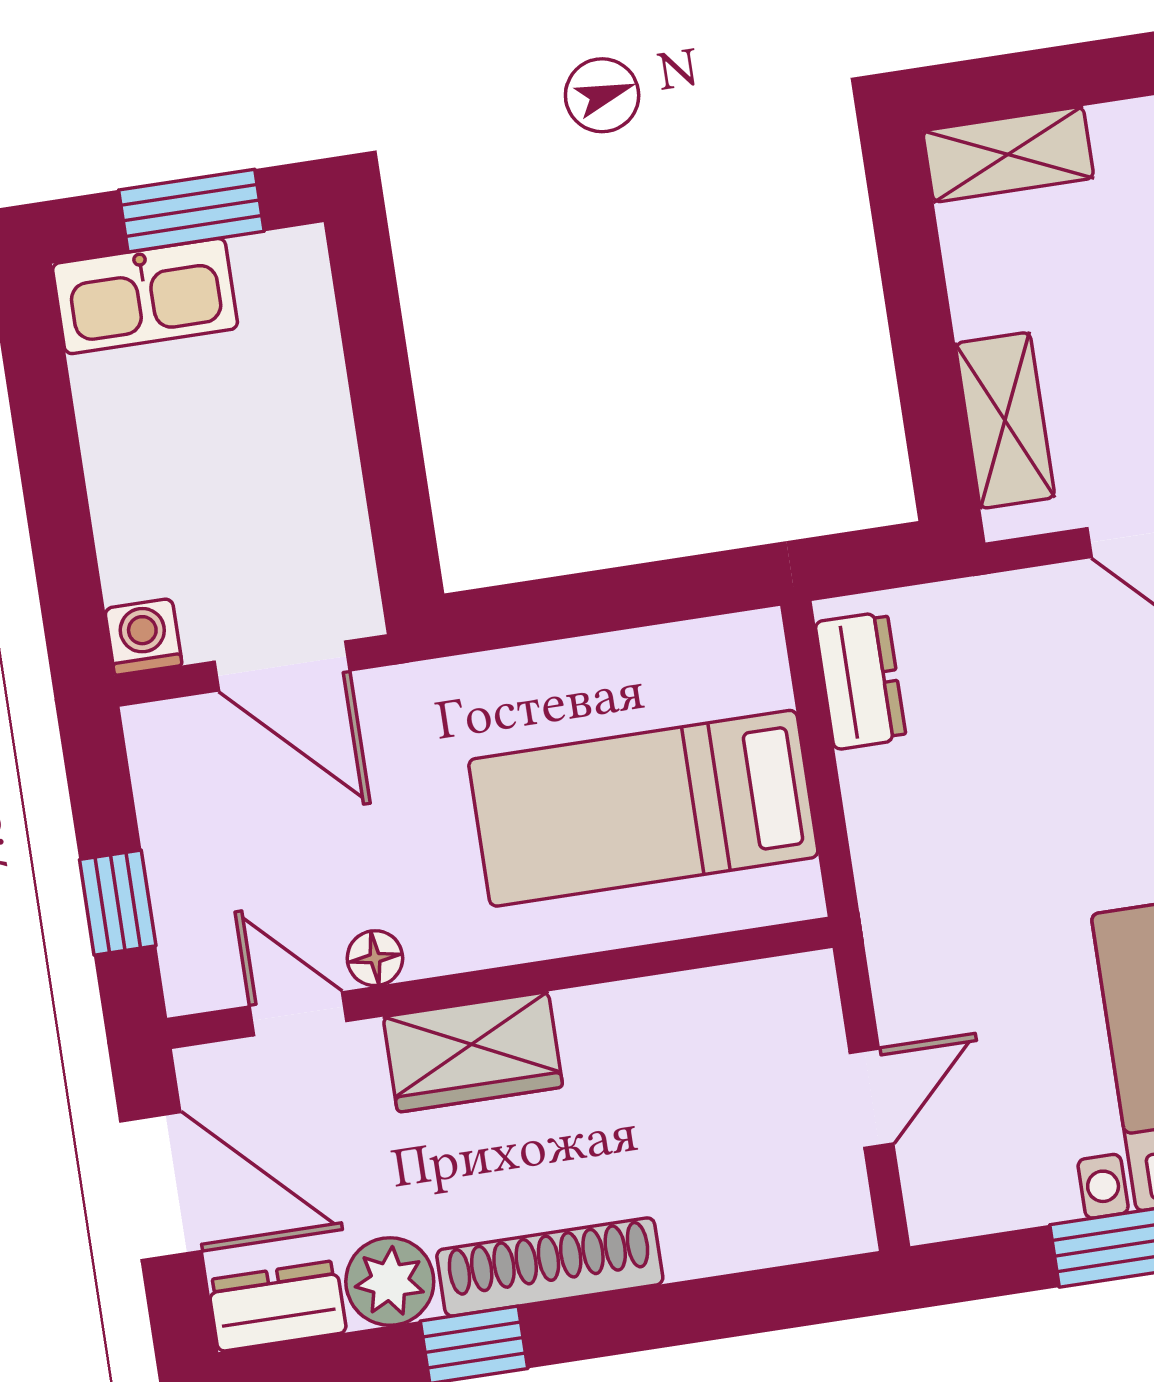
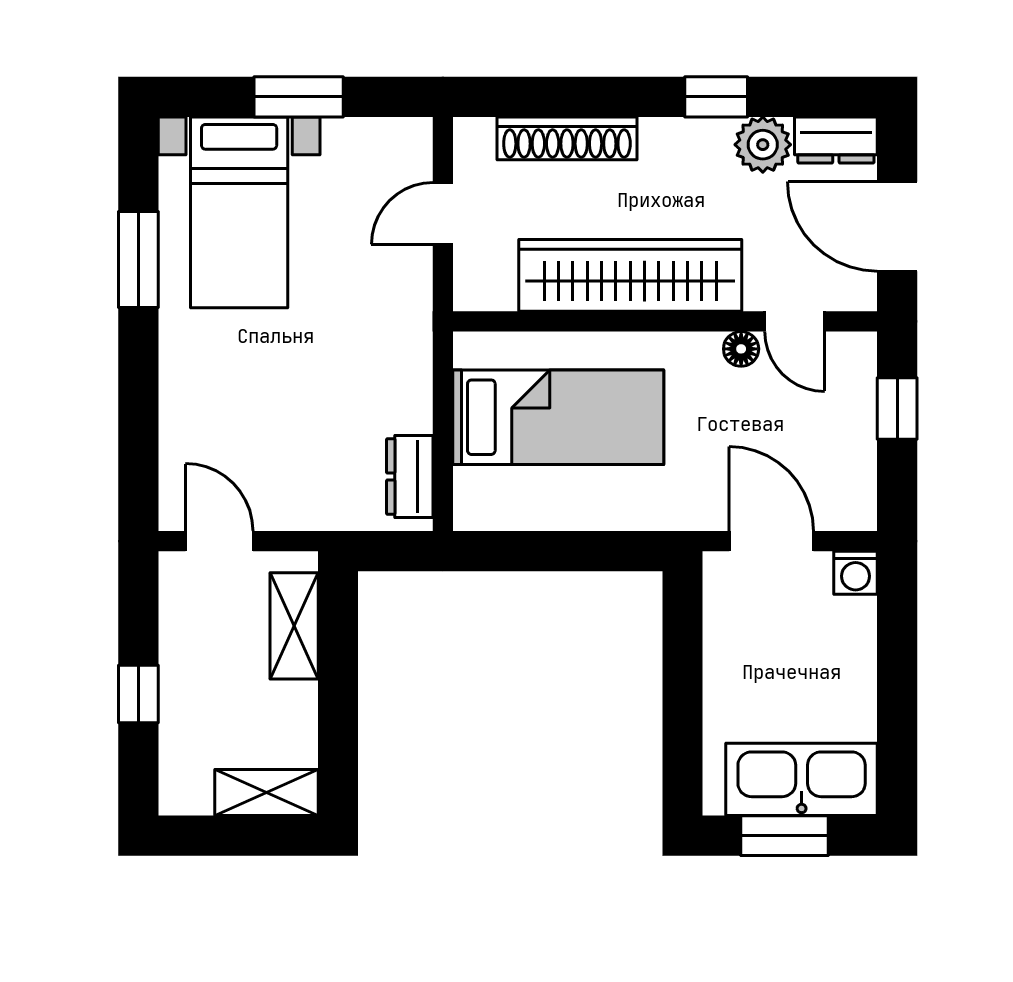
kitchen sink: (145, 296) -> (802, 779), width x1.36, depth x1.24
wardrobe: (473, 1052) -> (630, 275), width x2.10, depth x1.17
shoe rack: (550, 1267) -> (567, 138), moved

